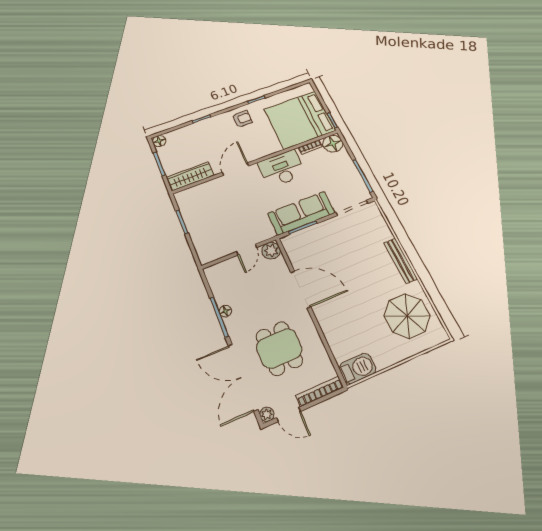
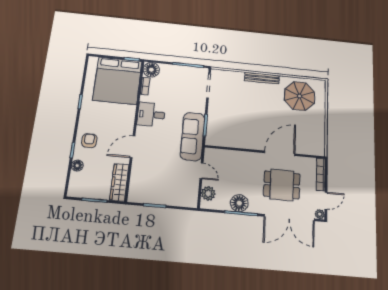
armchair: (242, 119) -> (89, 141), moved
floor lamp: (159, 141) -> (77, 166), moved
door: (235, 169) -> (132, 147), hinge flipped
desk: (282, 169) -> (151, 115), width x0.73
sofa: (301, 213) -> (192, 136), moved
plant: (271, 251) -> (208, 193), moved
door: (301, 289) -> (280, 153), moved
floor lamp: (225, 311) -> (239, 203), width x1.89, depth x1.89
barbecue: (358, 368) -> (318, 144), removed

